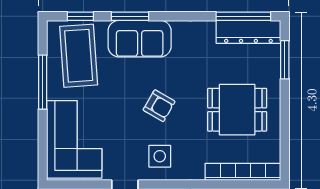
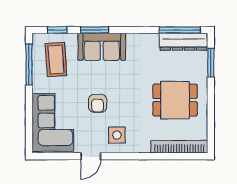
coffee table: (79, 56) -> (56, 60), width x0.73, depth x0.76
window: (43, 82) -> (29, 65), moved
armchair: (159, 106) -> (98, 103), moved, turned 60

